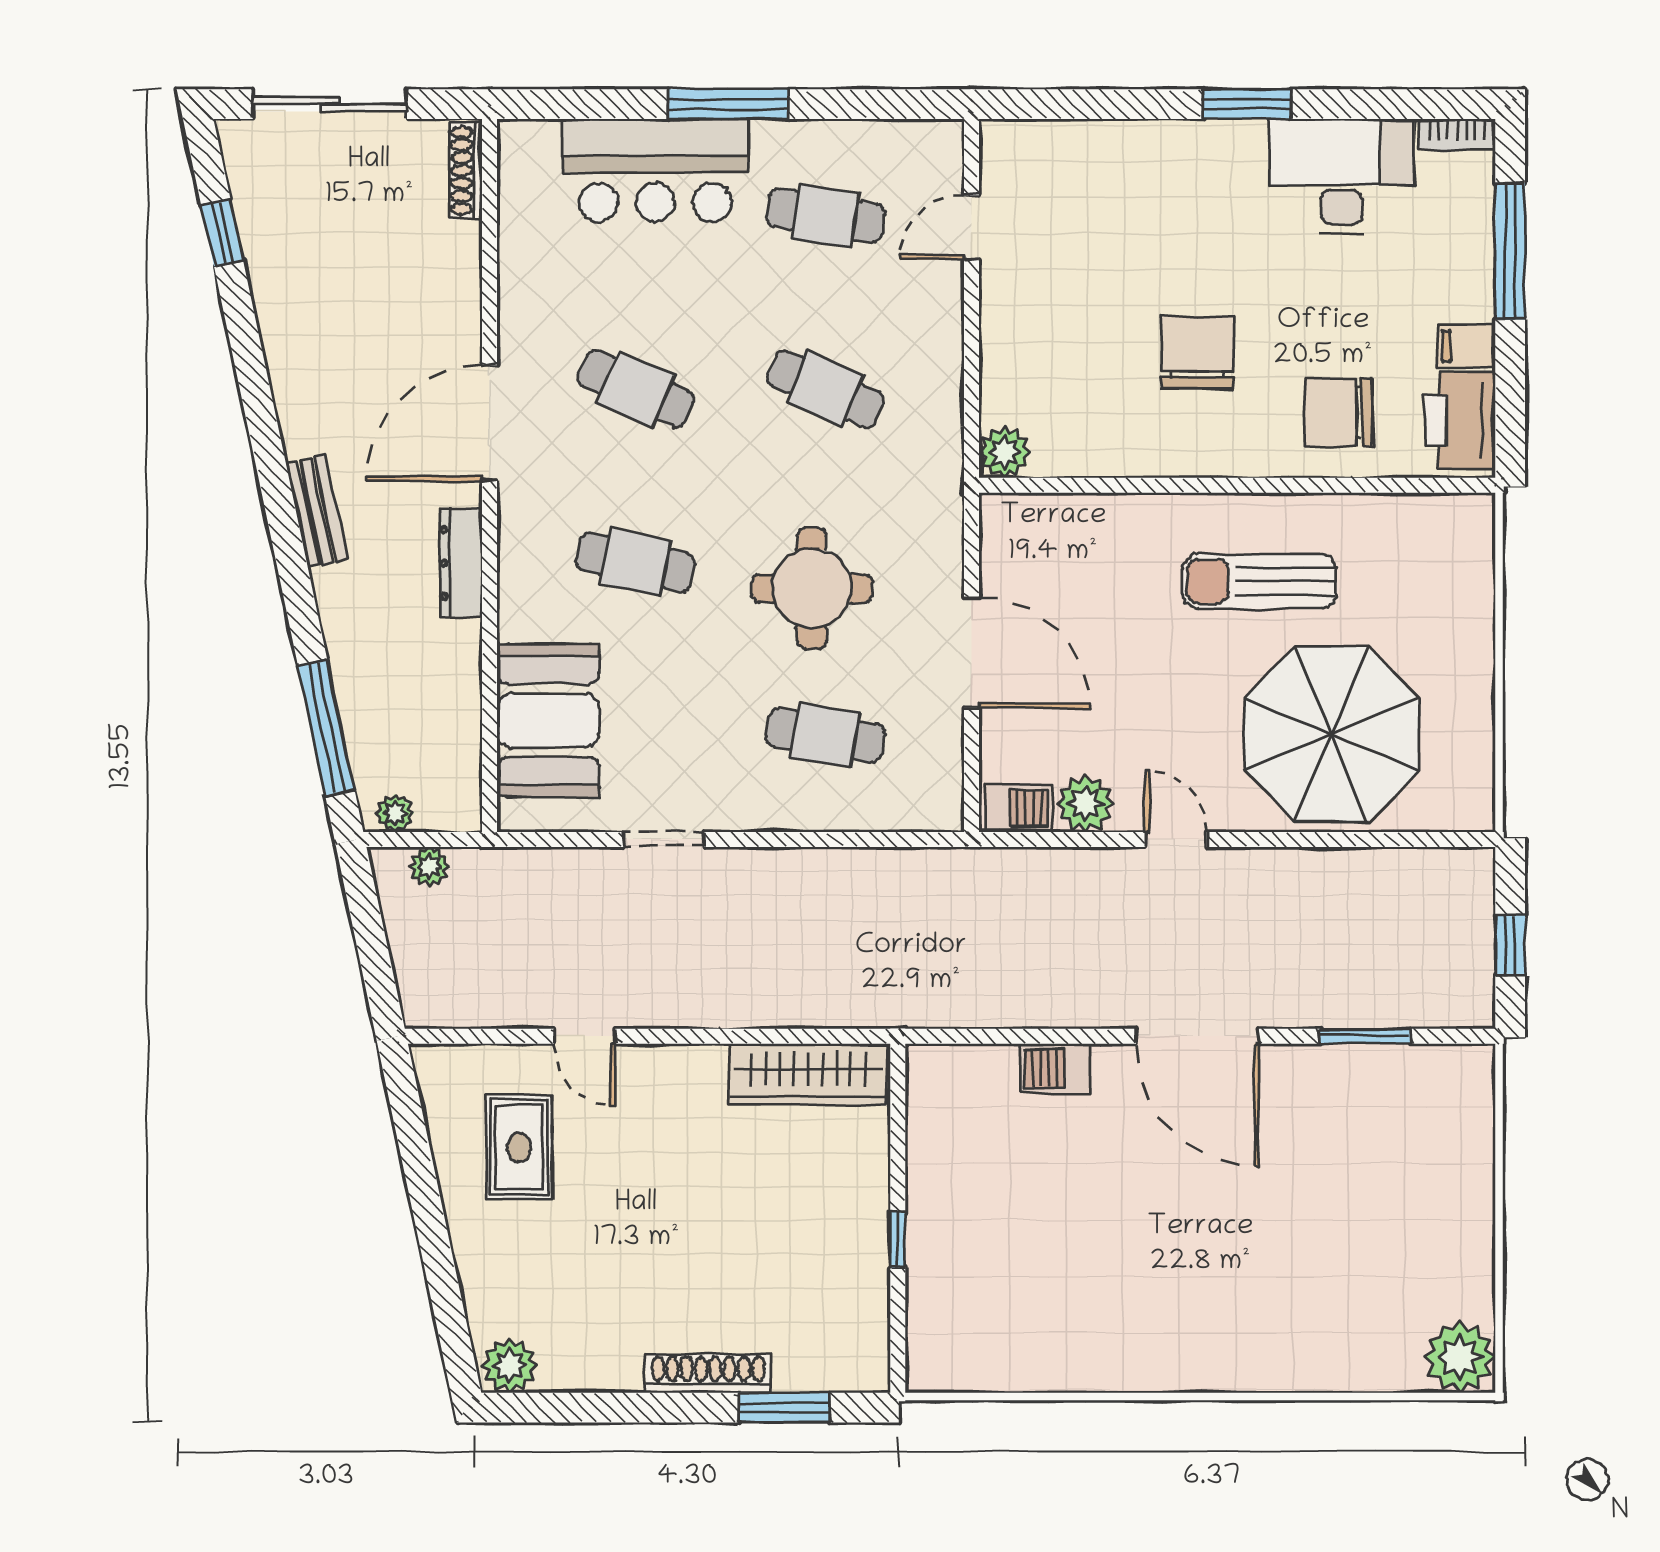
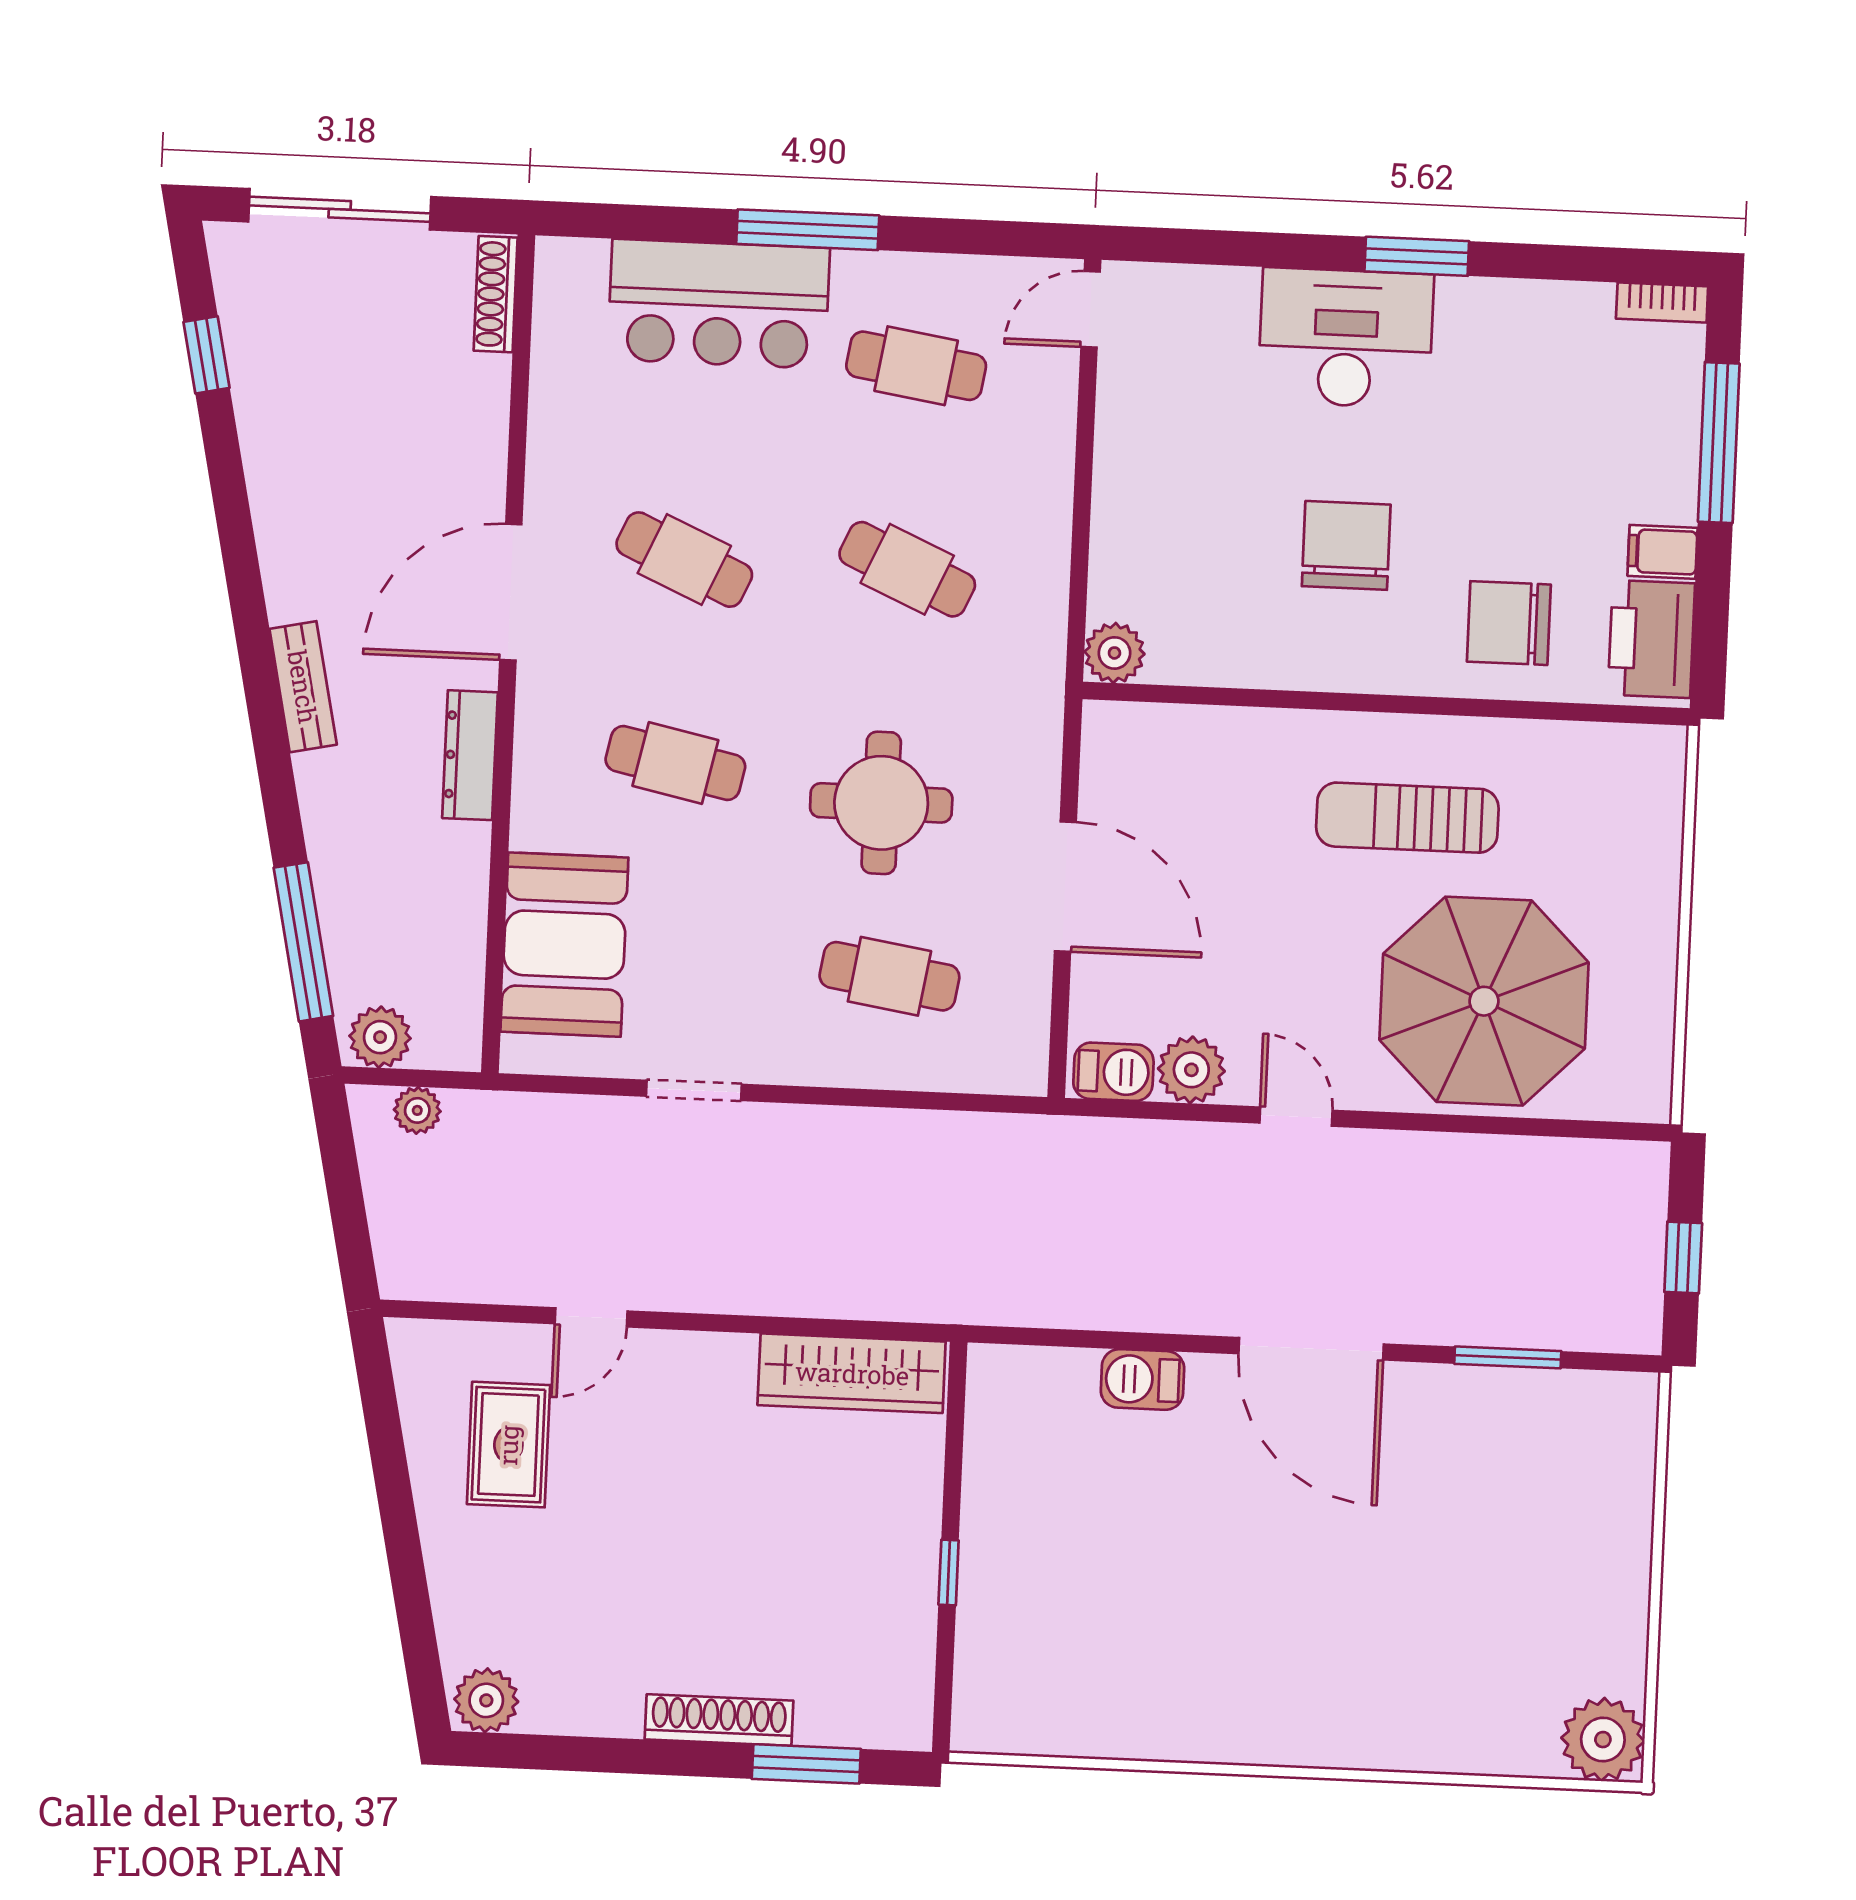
desk: (1341, 176) -> (1346, 338), moved
door: (972, 227) -> (1091, 309), moved
plant: (395, 813) -> (380, 1037), width x1.38, depth x1.38
door: (585, 1036) -> (591, 1317), hinge flipped

